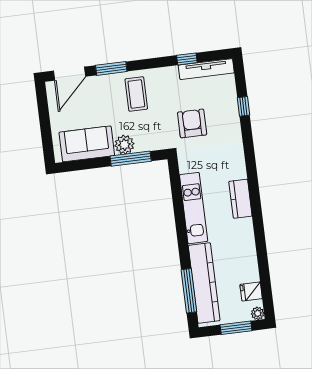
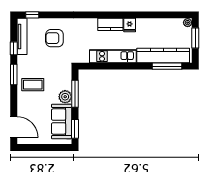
window: (111, 68) -> (14, 74), moved
window: (243, 106) -> (32, 15), moved
armchair: (192, 123) -> (54, 38), moved
window: (78, 165) -> (75, 129), added
fridge: (251, 292) -> (130, 25), moved

